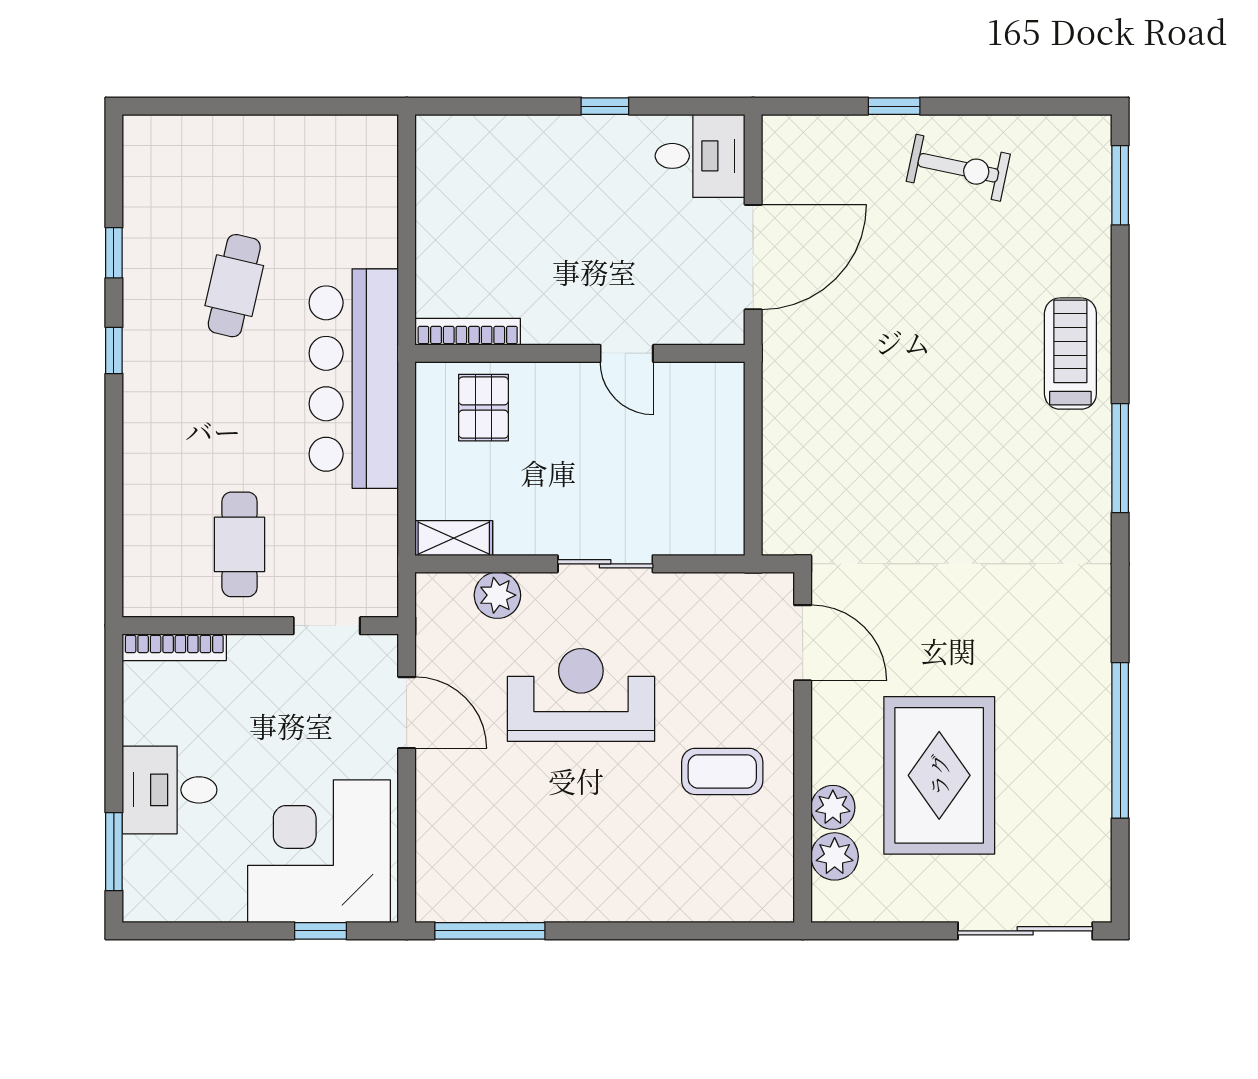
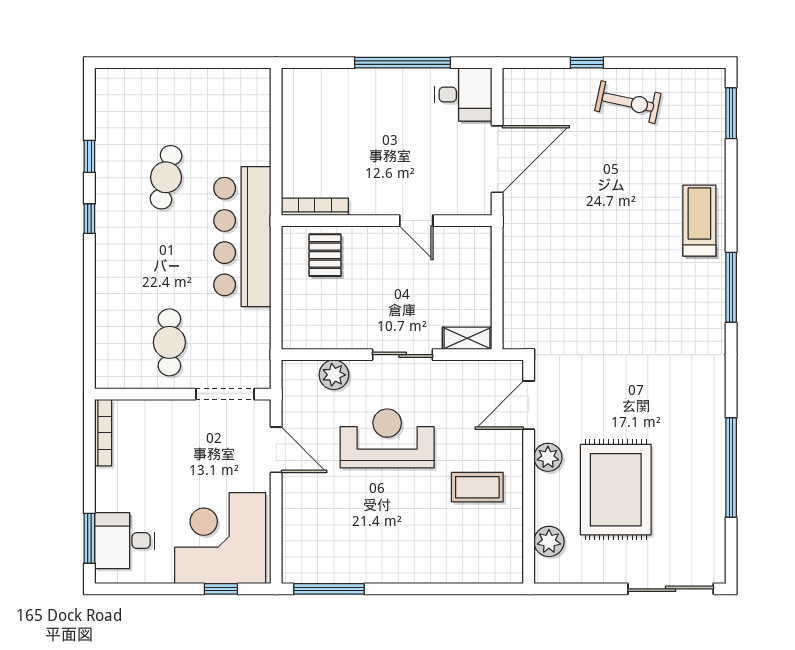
window: (605, 106) -> (402, 63), width x3.17
shelving: (454, 538) -> (467, 338), moved
doorway: (327, 626) -> (225, 394), width x1.38
door: (803, 643) -> (529, 405), swing flipped
bookcase: (174, 647) -> (103, 433), moved, turned -90
desk: (170, 790) -> (125, 541), moved
plant: (833, 807) -> (548, 457), moved

